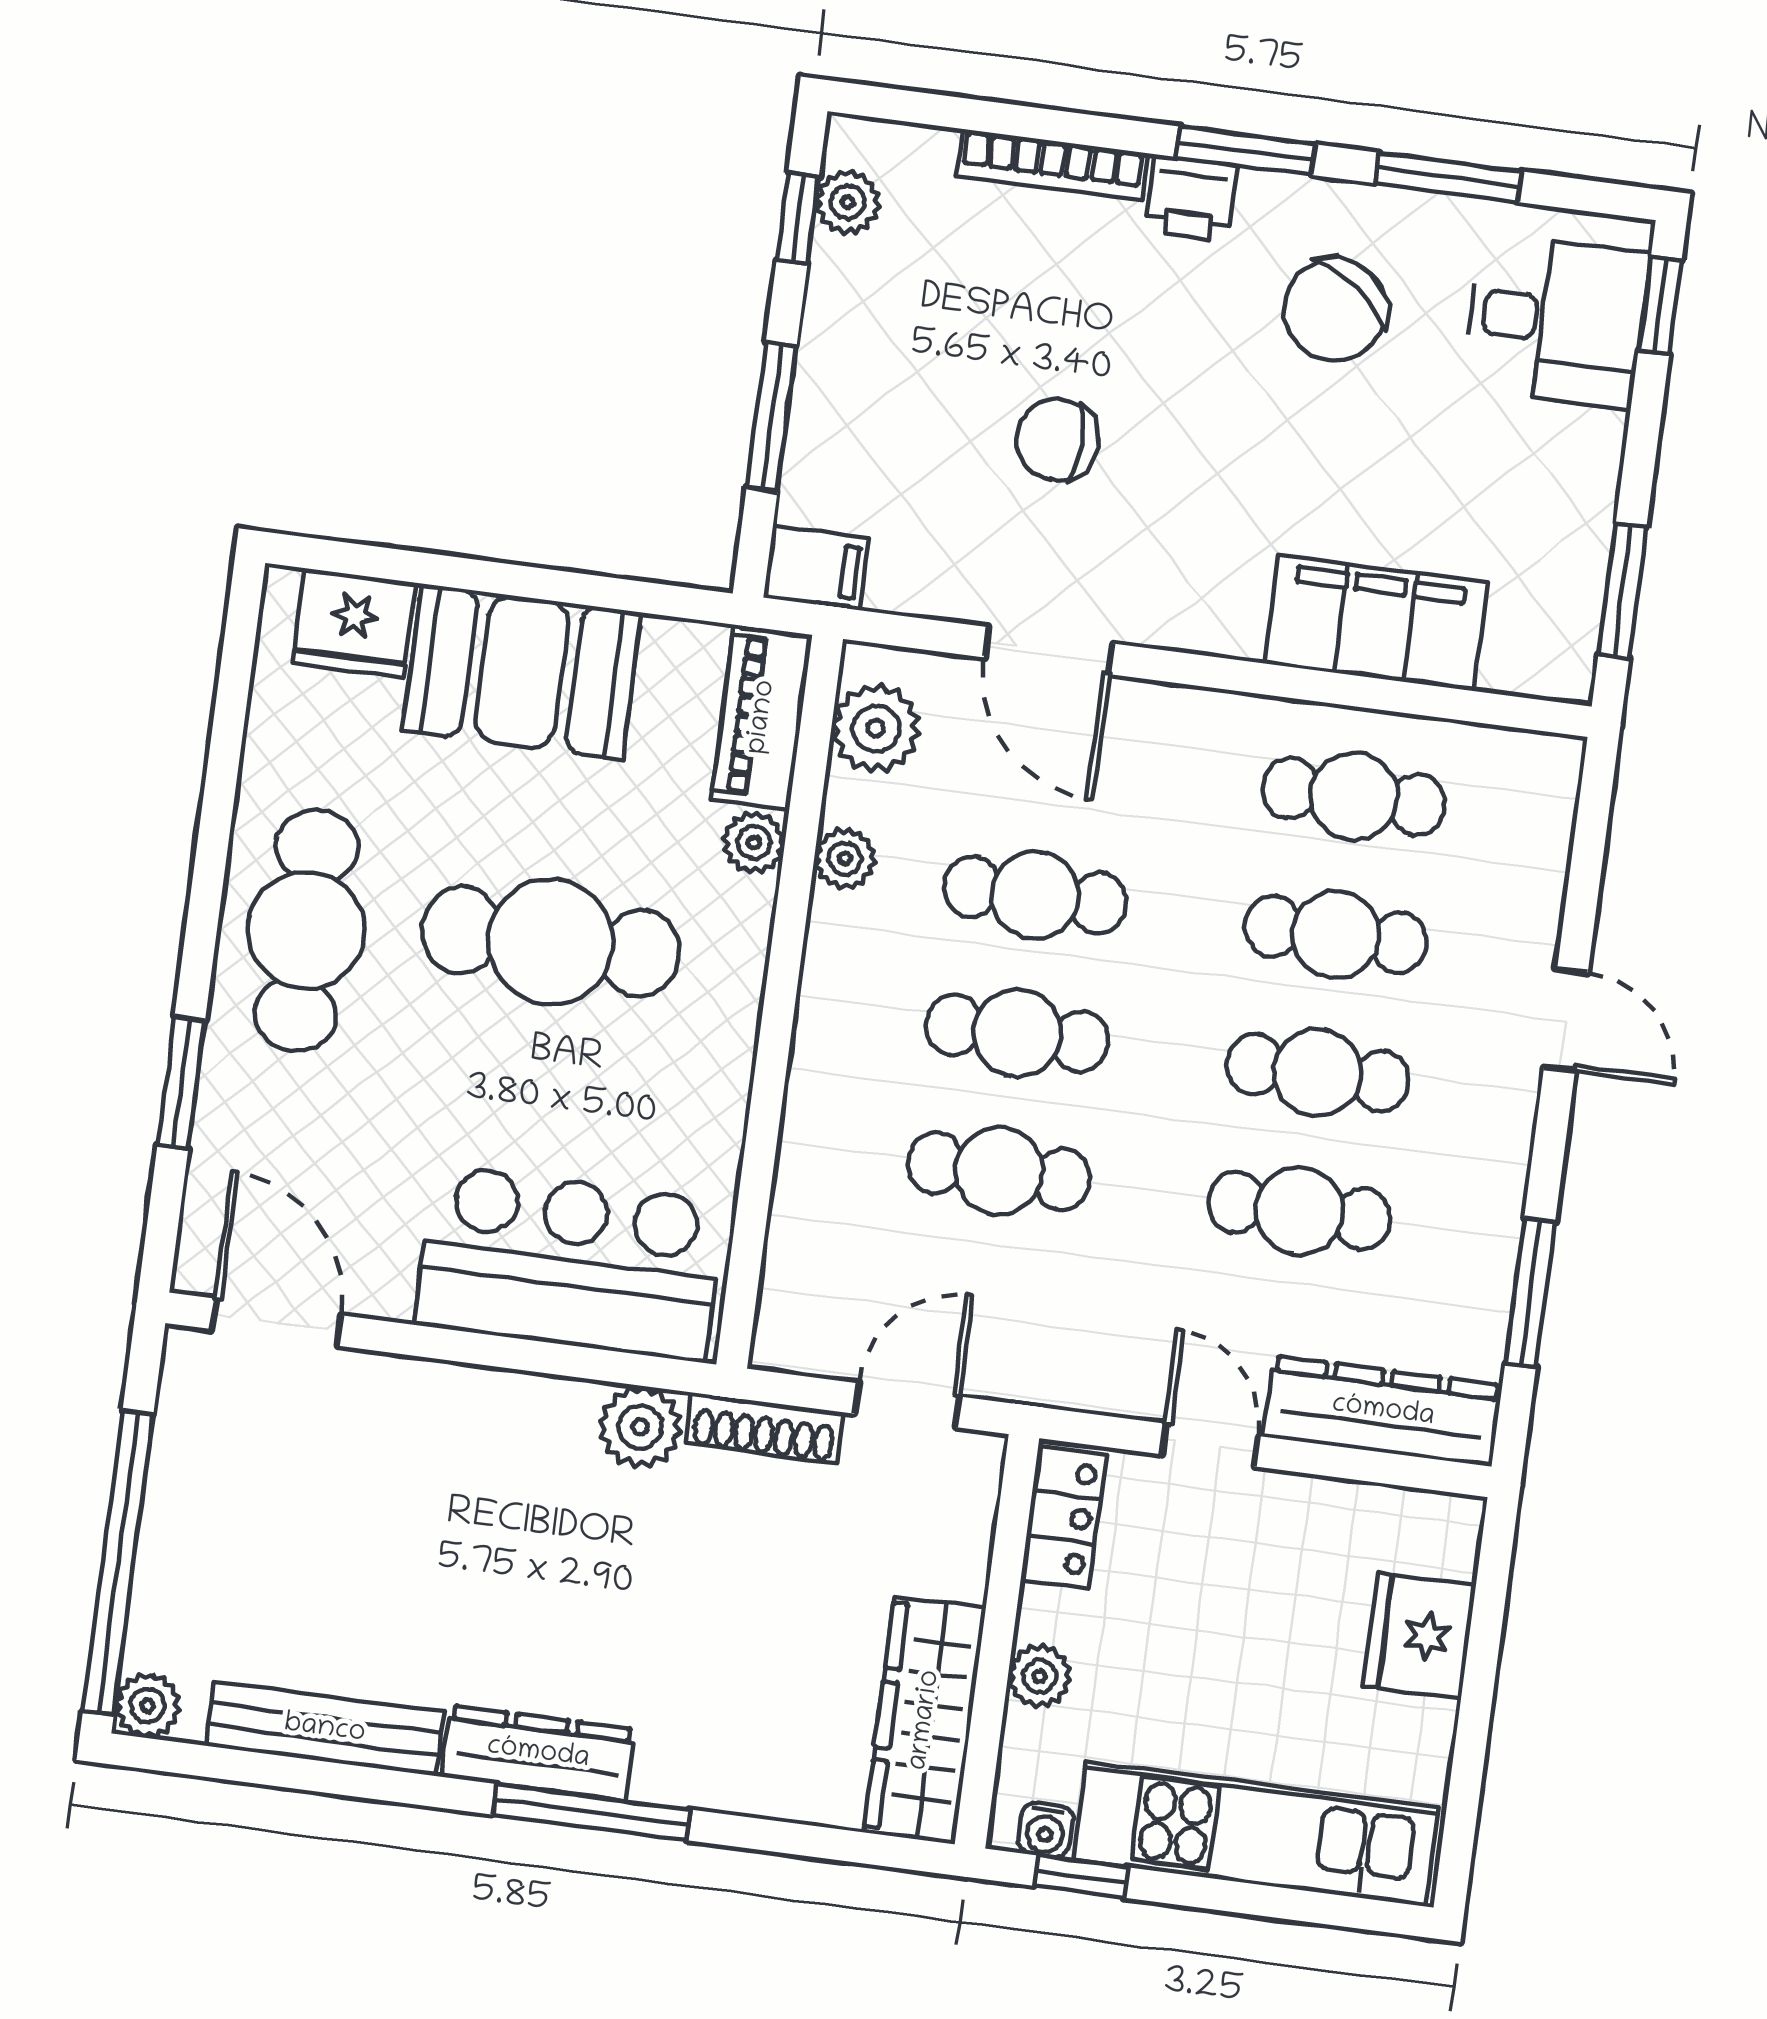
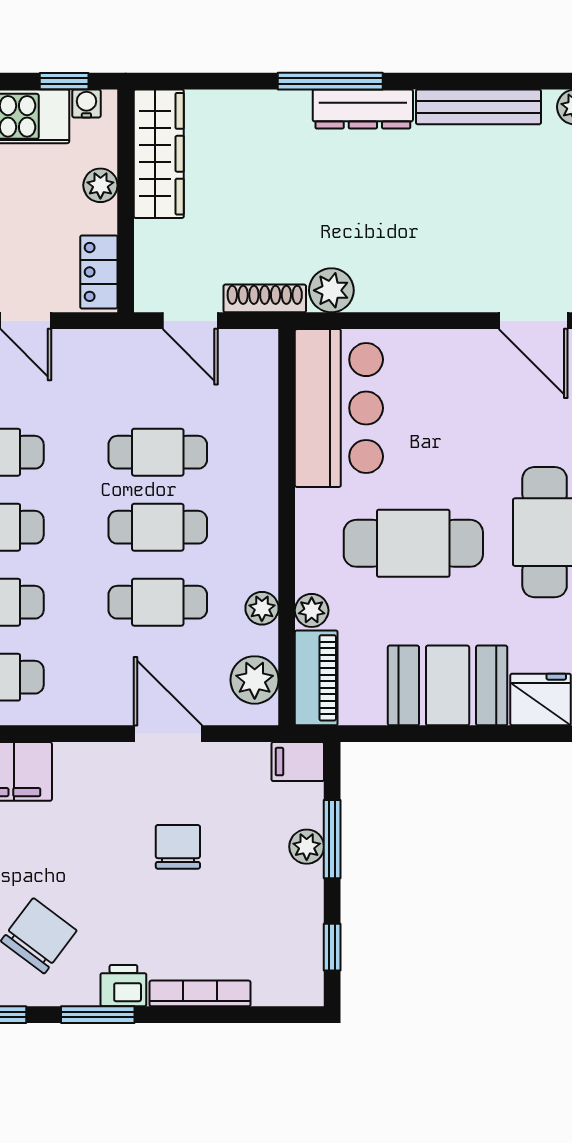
plant: (848, 202) -> (307, 847), moved
chair: (1057, 440) -> (178, 847), turned -92
bar counter: (570, 1263) -> (339, 408), moved, turned -90
door: (907, 1405) -> (190, 321), hinge flipped

